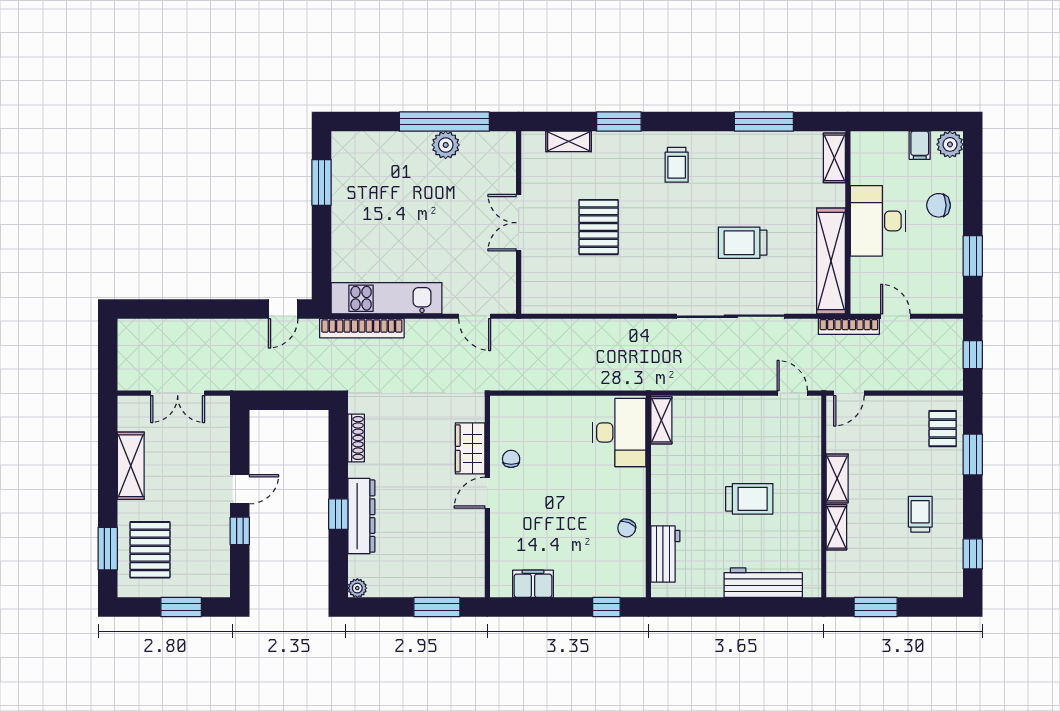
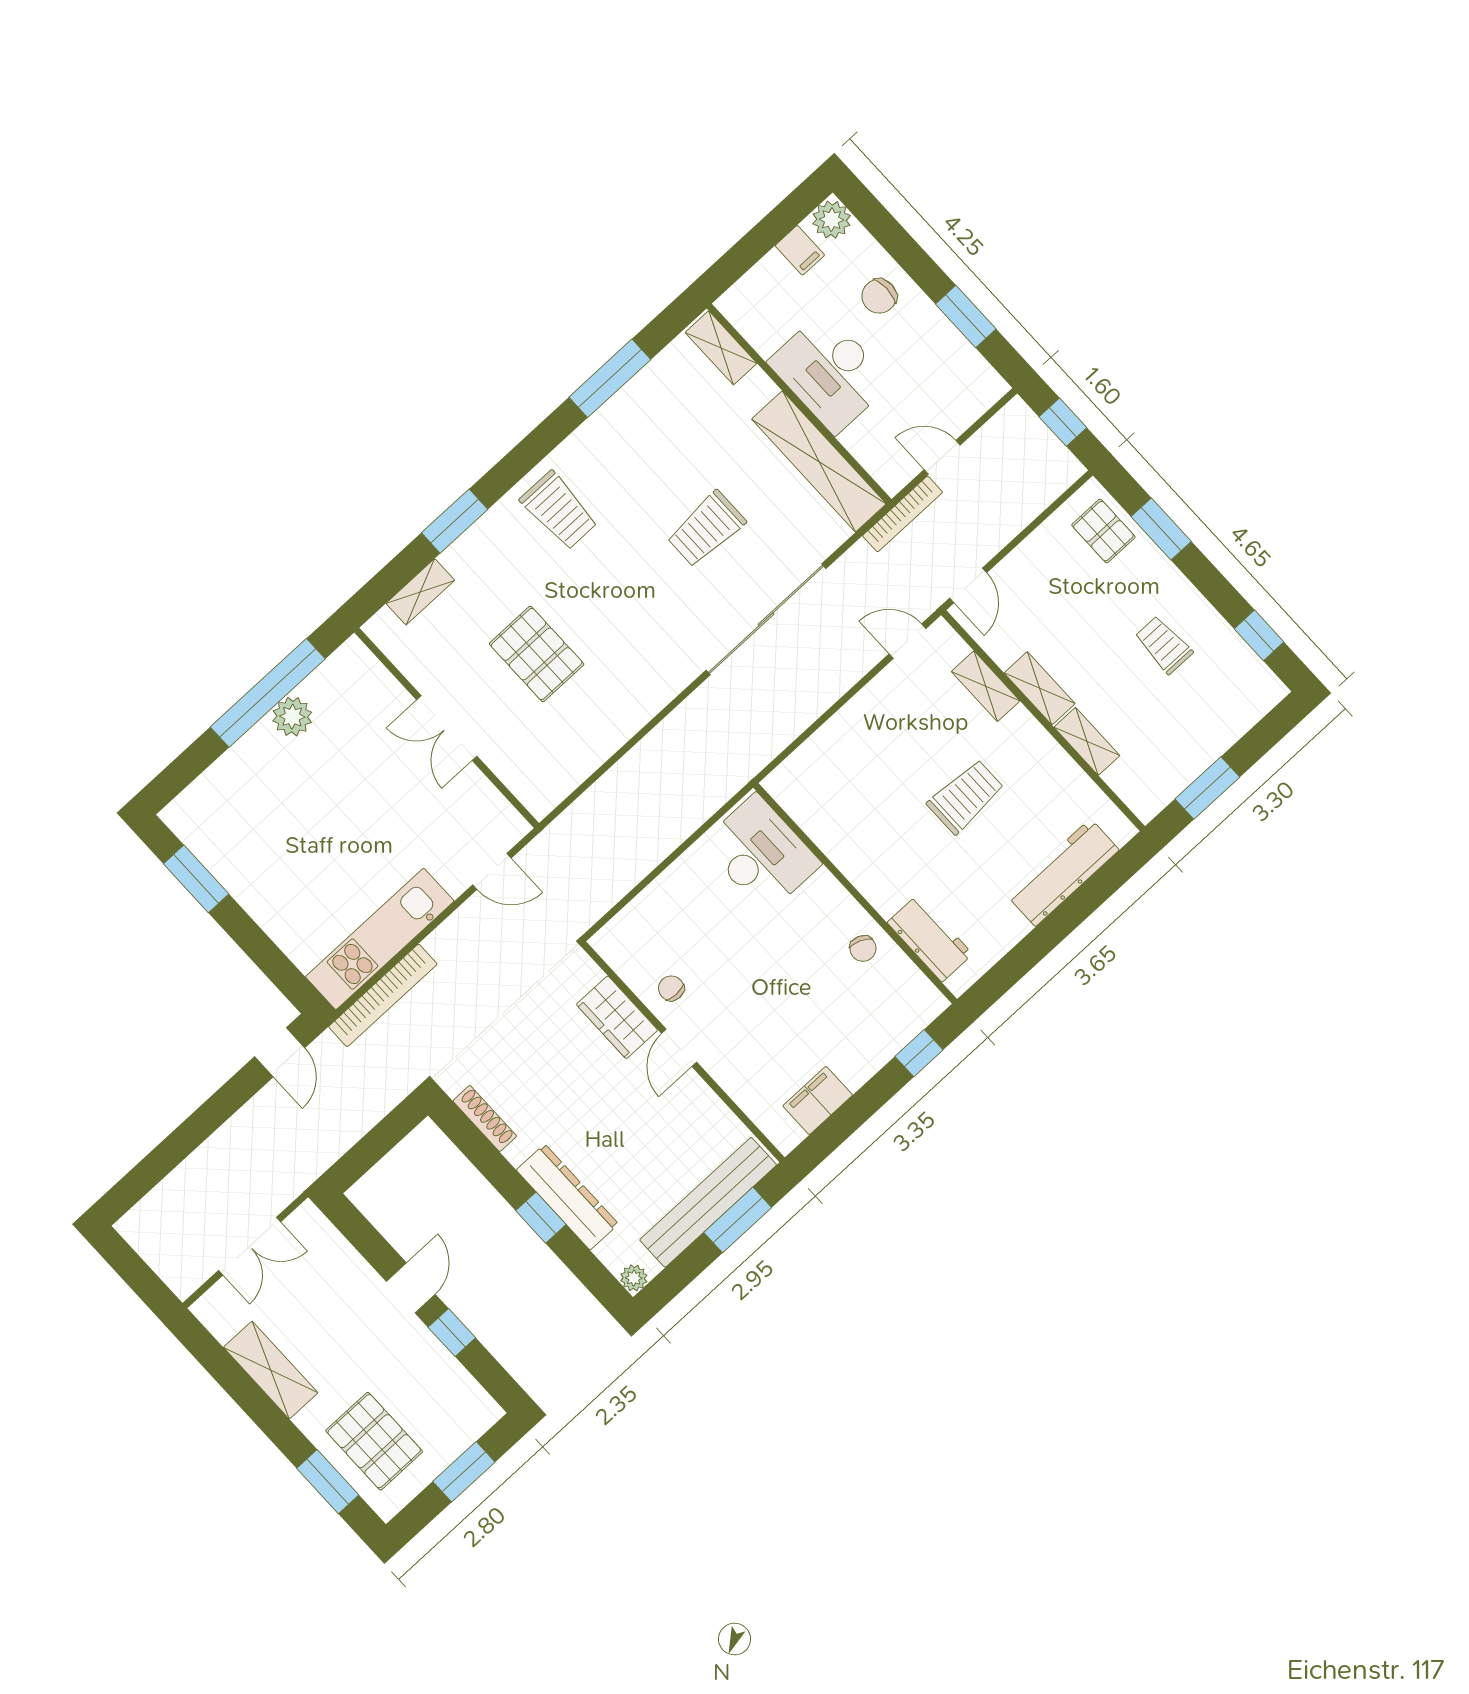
trolley: (677, 165) -> (559, 510), width x1.36, depth x1.39
shelving: (661, 420) -> (986, 686), moved
bench: (430, 584) -> (708, 1202), added

